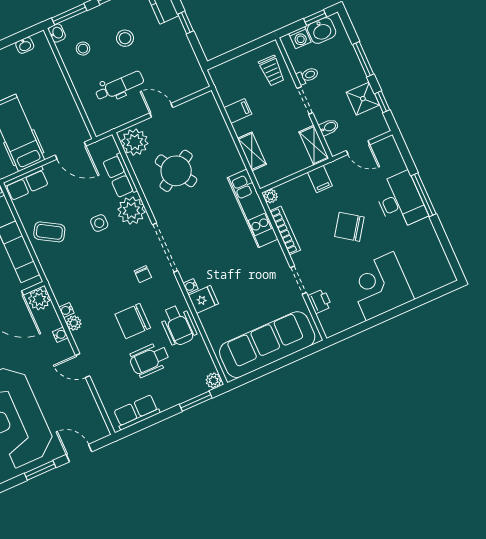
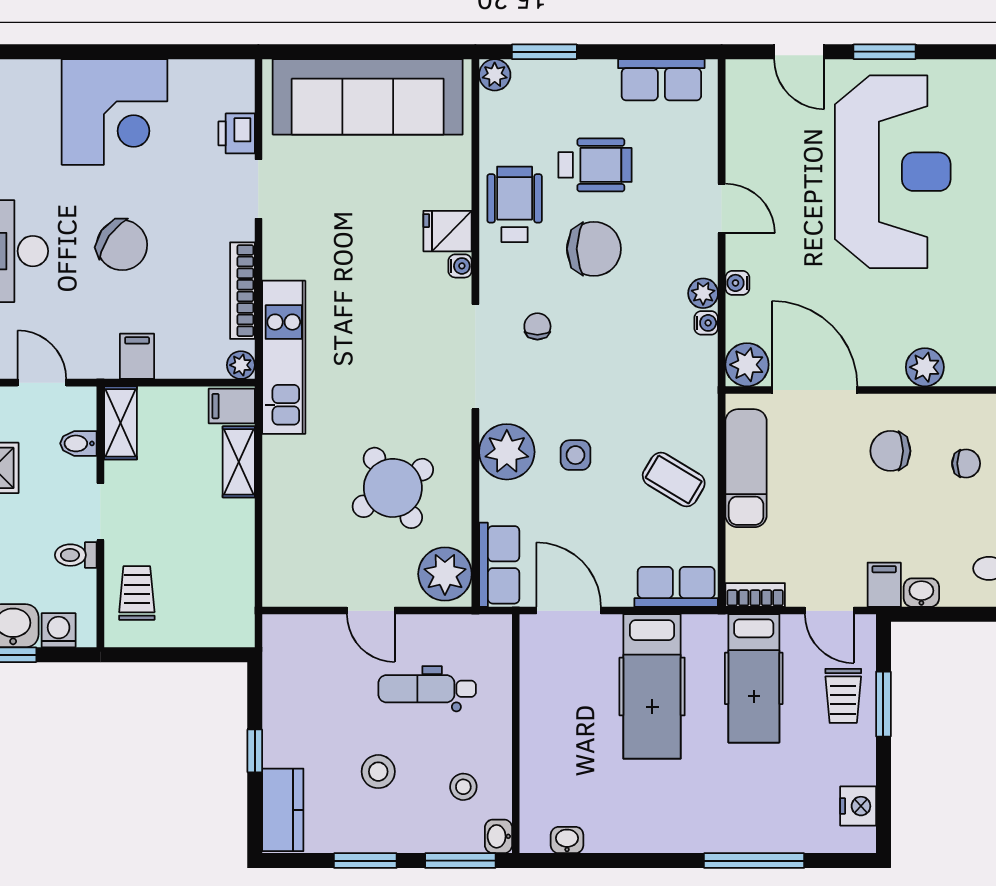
filing cabinet: (238, 111) -> (232, 406), moved
row of seats: (120, 176) -> (499, 565), moved

